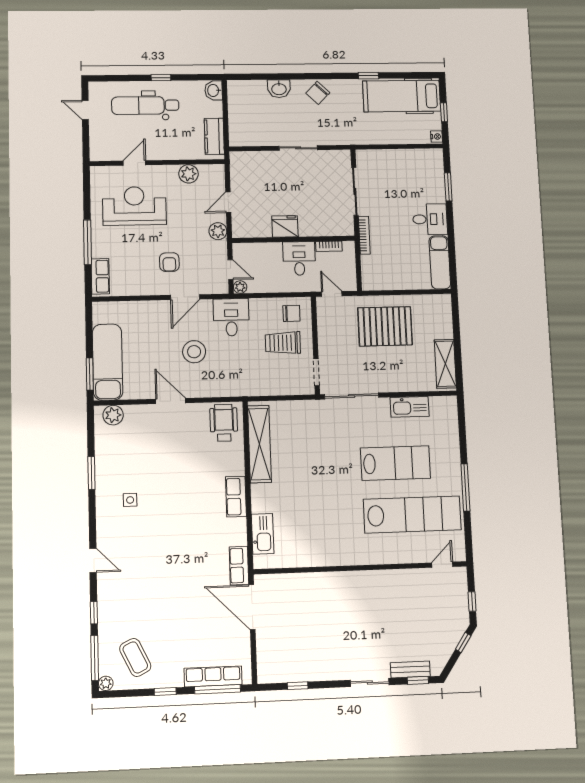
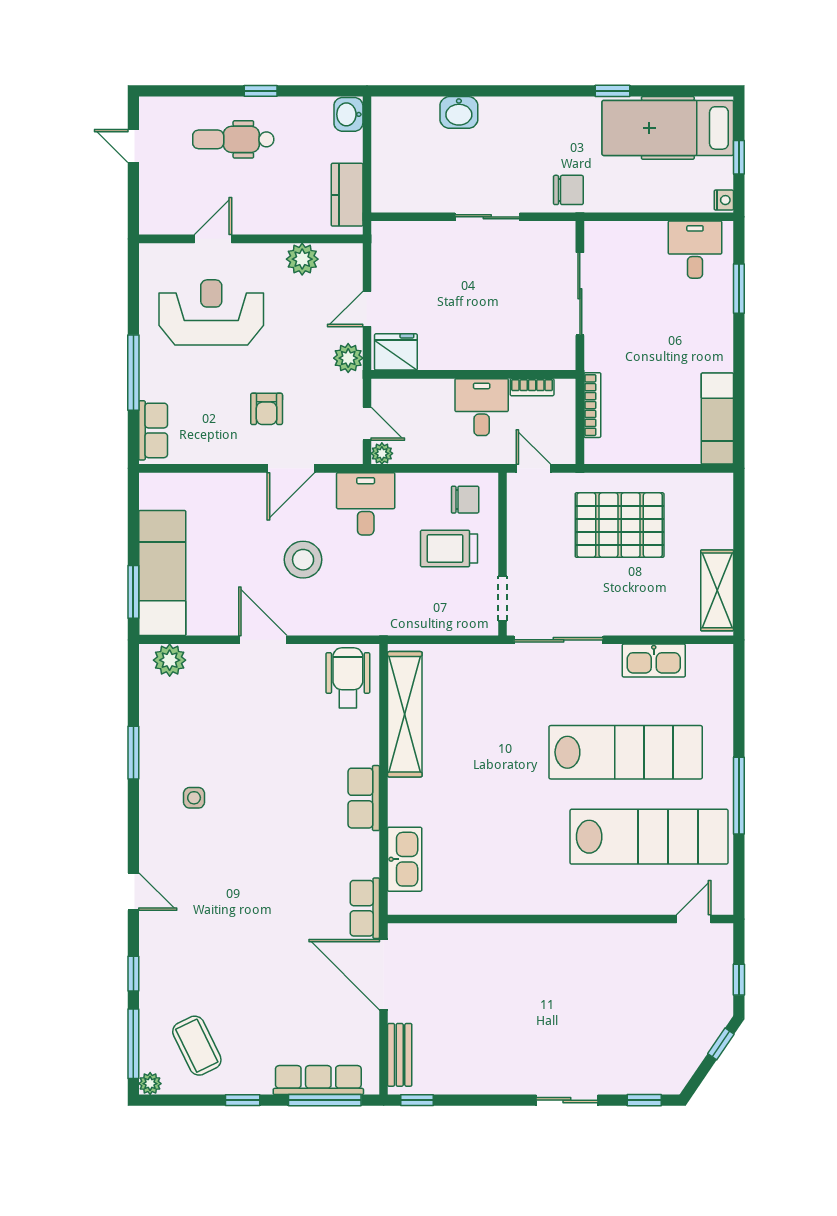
chair: (318, 93) -> (568, 190), moved, turned -134
dental chair: (145, 105) -> (233, 139), width x0.73, depth x0.72
desk: (430, 219) -> (695, 250), moved, turned -90
fridge: (285, 226) -> (396, 352), moved
bookcase: (364, 235) -> (592, 405), moved
lab bench: (395, 463) -> (626, 752), width x1.36
bench: (410, 669) -> (400, 1055), moved, turned 90
window: (298, 686) -> (417, 1100), moved

